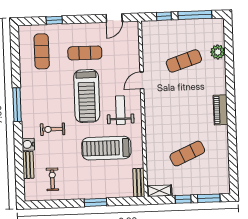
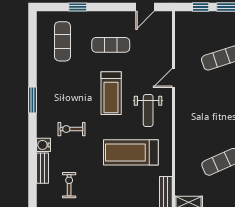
treadmill: (87, 96) -> (111, 93), width x0.73, depth x0.73
window: (17, 105) -> (33, 100), width x0.69
weight bench: (120, 110) -> (148, 110), turned 180

